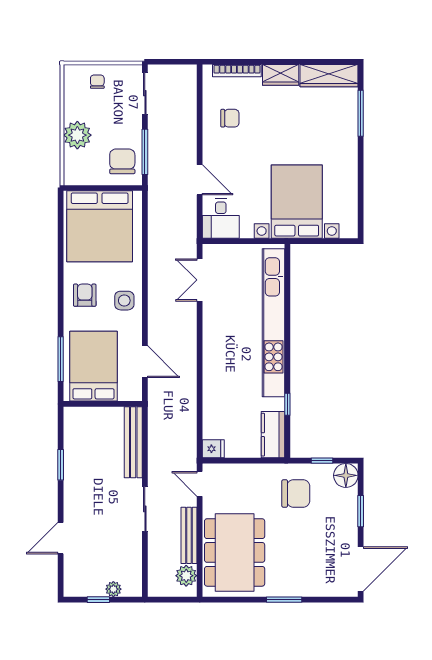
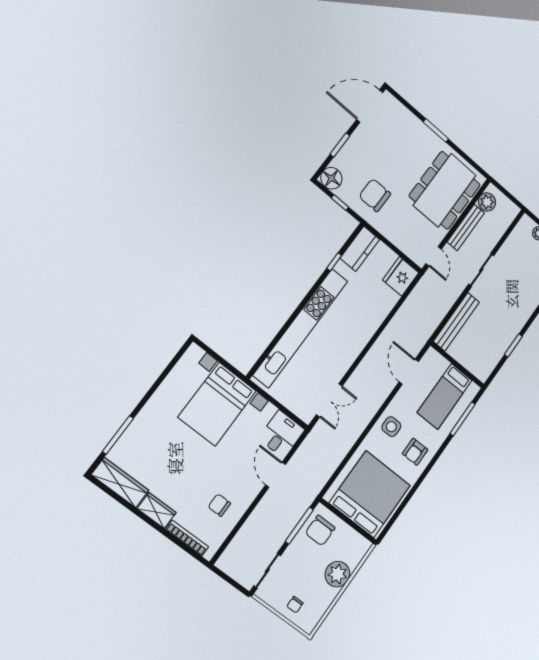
bed: (93, 366) -> (445, 396), width x0.67
fridge: (213, 449) -> (401, 276), width x1.88, depth x1.34

